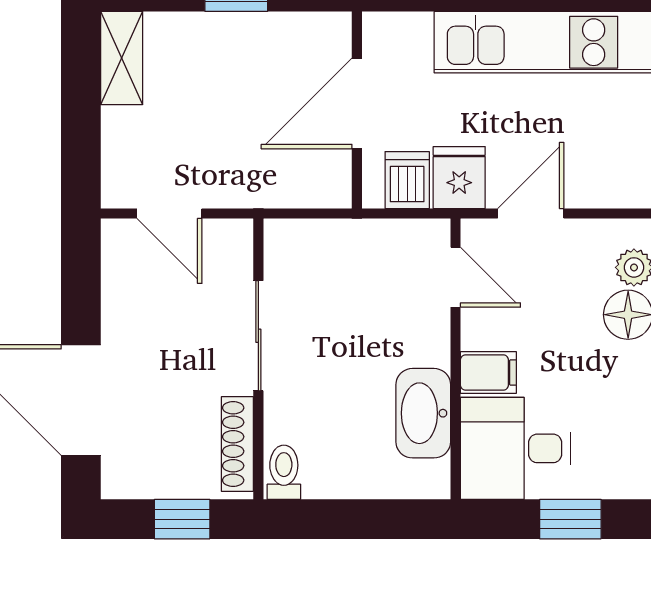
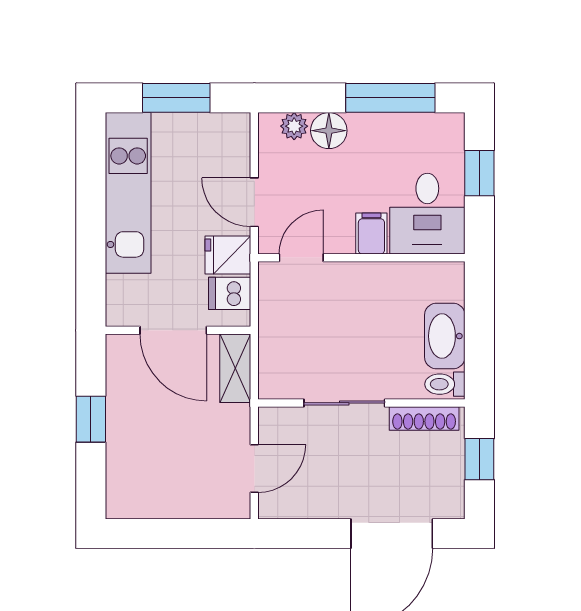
shelving: (122, 58) -> (235, 368), moved, turned 90
washbasin: (423, 413) -> (445, 336), moved, turned 90

